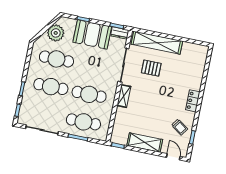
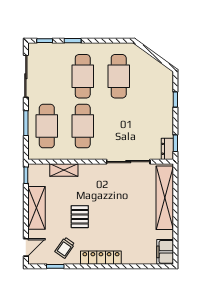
plant: (56, 33) -> (151, 69), removed
booth: (92, 34) -> (159, 115), removed
filing cabinet: (198, 51) -> (165, 252), added
pallet: (151, 68) -> (80, 217), moved
shelving: (124, 96) -> (64, 170), moved
locker: (193, 101) -> (101, 258), width x1.53

